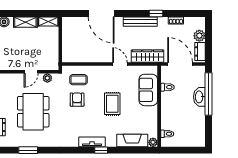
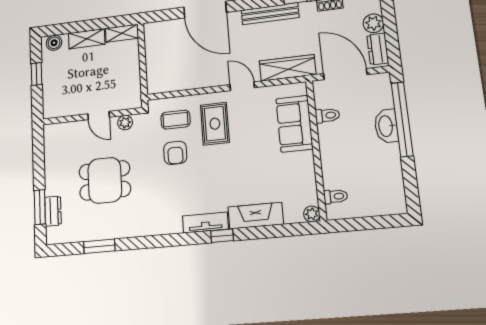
door: (31, 72) -> (99, 116), hinge flipped
armchair: (77, 100) -> (175, 153), turned 180
rug: (112, 104) -> (215, 124), moved
dining table: (33, 112) -> (105, 180), width x0.73
fireplace: (132, 140) -> (256, 216), moved

